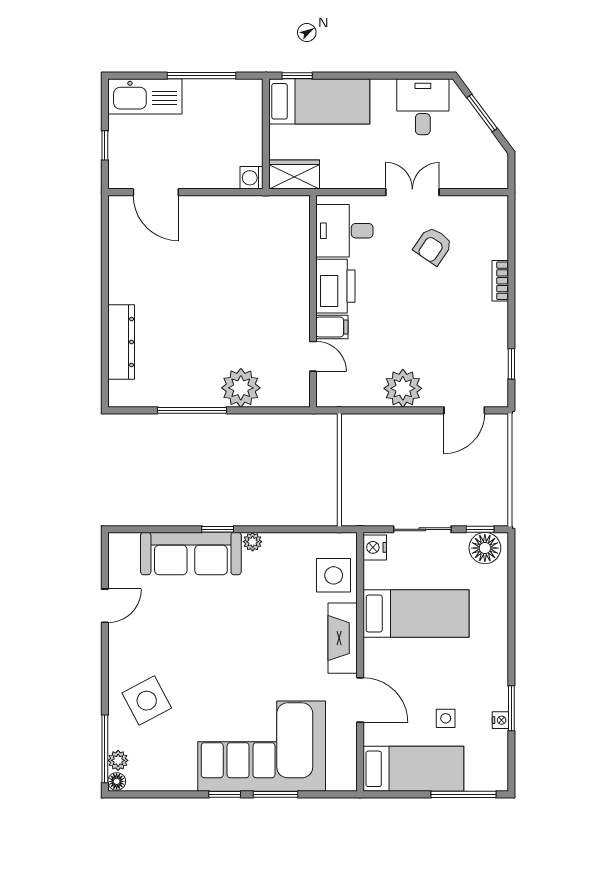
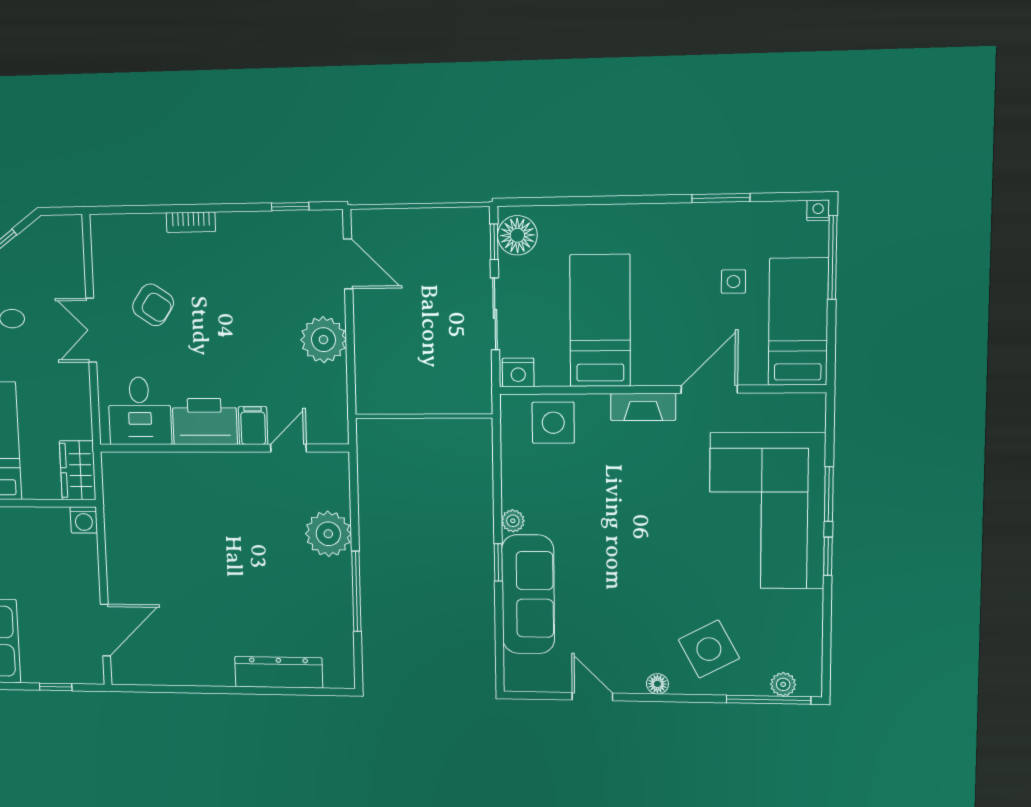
fireplace: (343, 638) -> (643, 407), width x0.73, depth x0.76
nightstand: (500, 720) -> (818, 210), moved
floor lamp: (117, 781) -> (657, 684), moved

